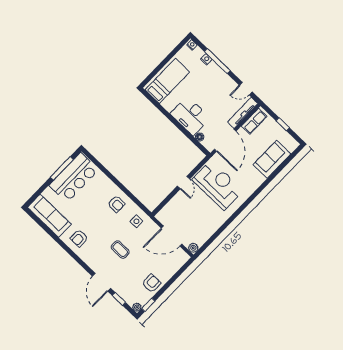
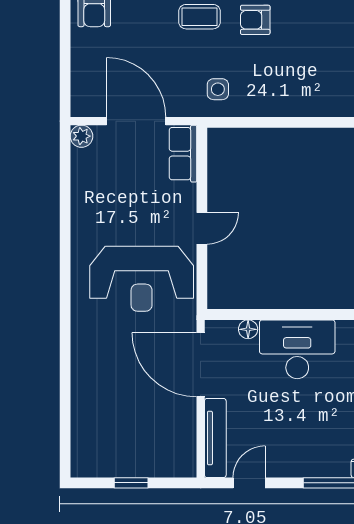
row of seats: (254, 121) -> (183, 154), moved
sofa: (272, 159) -> (93, 408), removed
door: (184, 183) -> (202, 228), swing flipped
armchair: (116, 204) -> (255, 20), moved
door: (172, 236) -> (136, 121), hinge flipped

